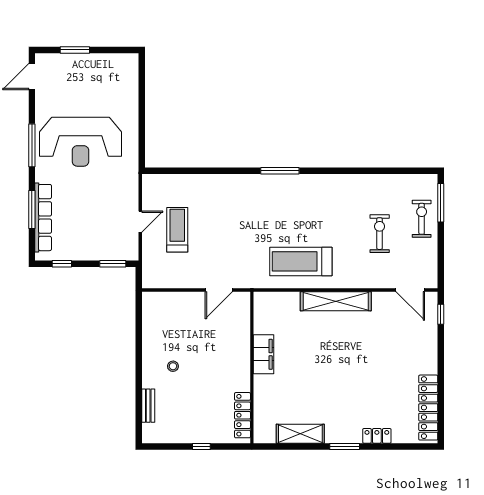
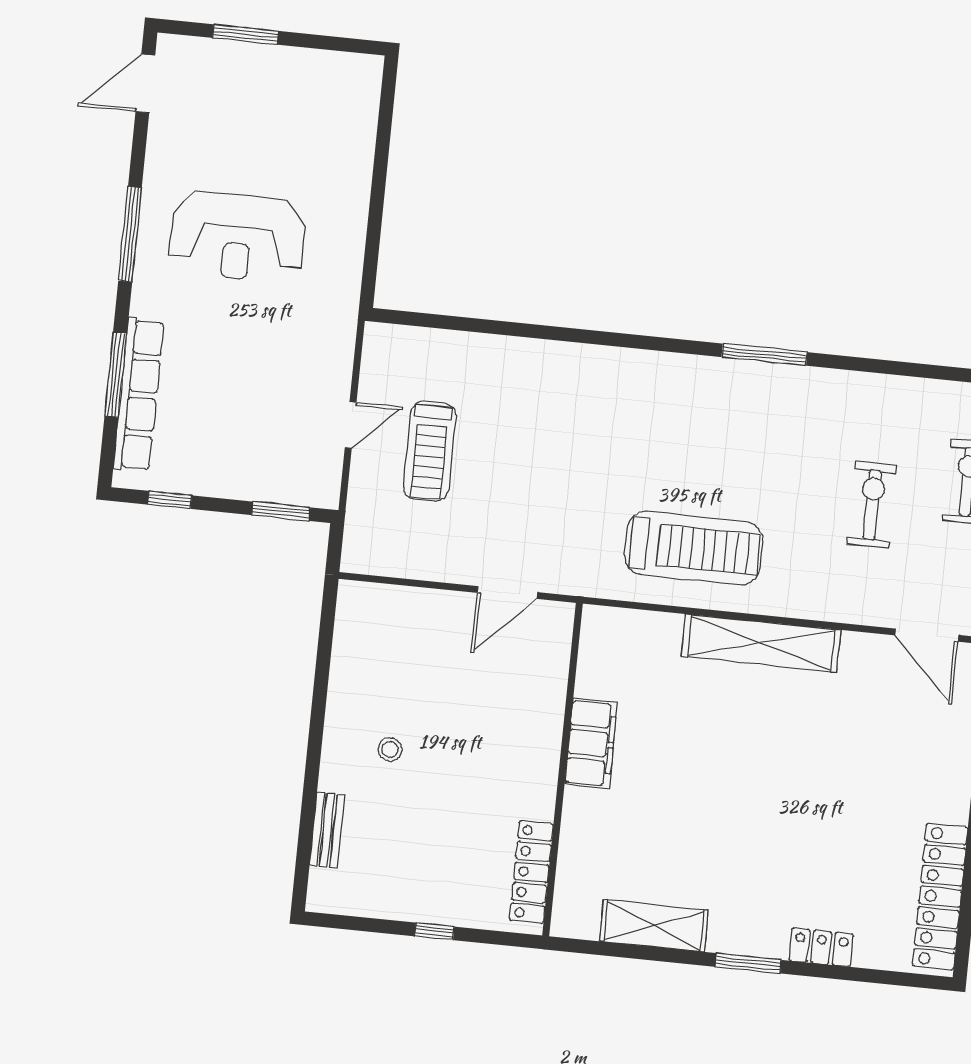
reception desk: (80, 142) -> (237, 237), width x0.74, depth x0.77
window: (280, 171) -> (764, 355), moved
treadmill: (177, 230) -> (430, 451), turned 180
treadmill: (301, 261) -> (694, 548), turned 180

